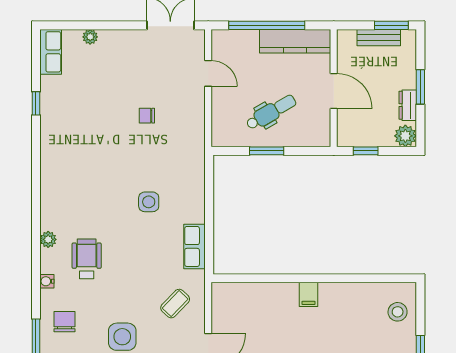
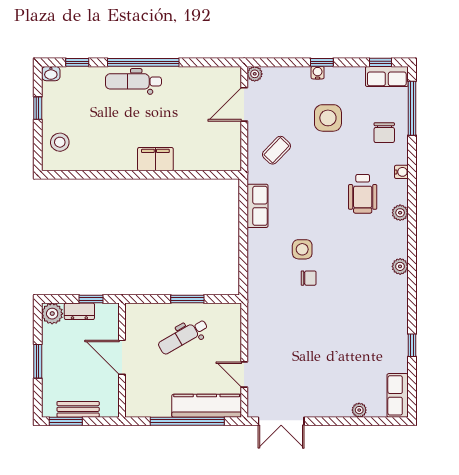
kitchen counter: (295, 41) -> (207, 406), moved
dresser: (408, 105) -> (79, 311), moved, turned 90
chair: (147, 116) -> (309, 278), moved
plant: (48, 184) -> (400, 266), added
filing cabinet: (309, 294) -> (155, 159), width x2.00

